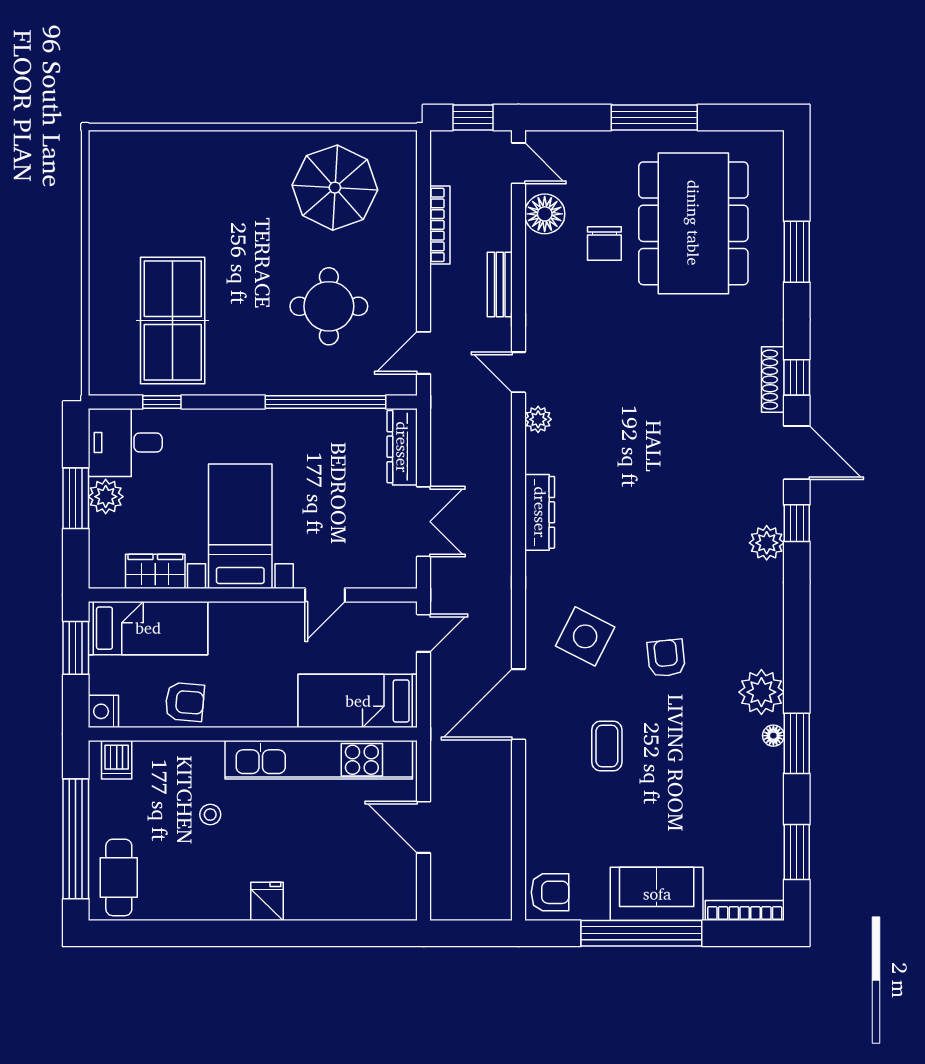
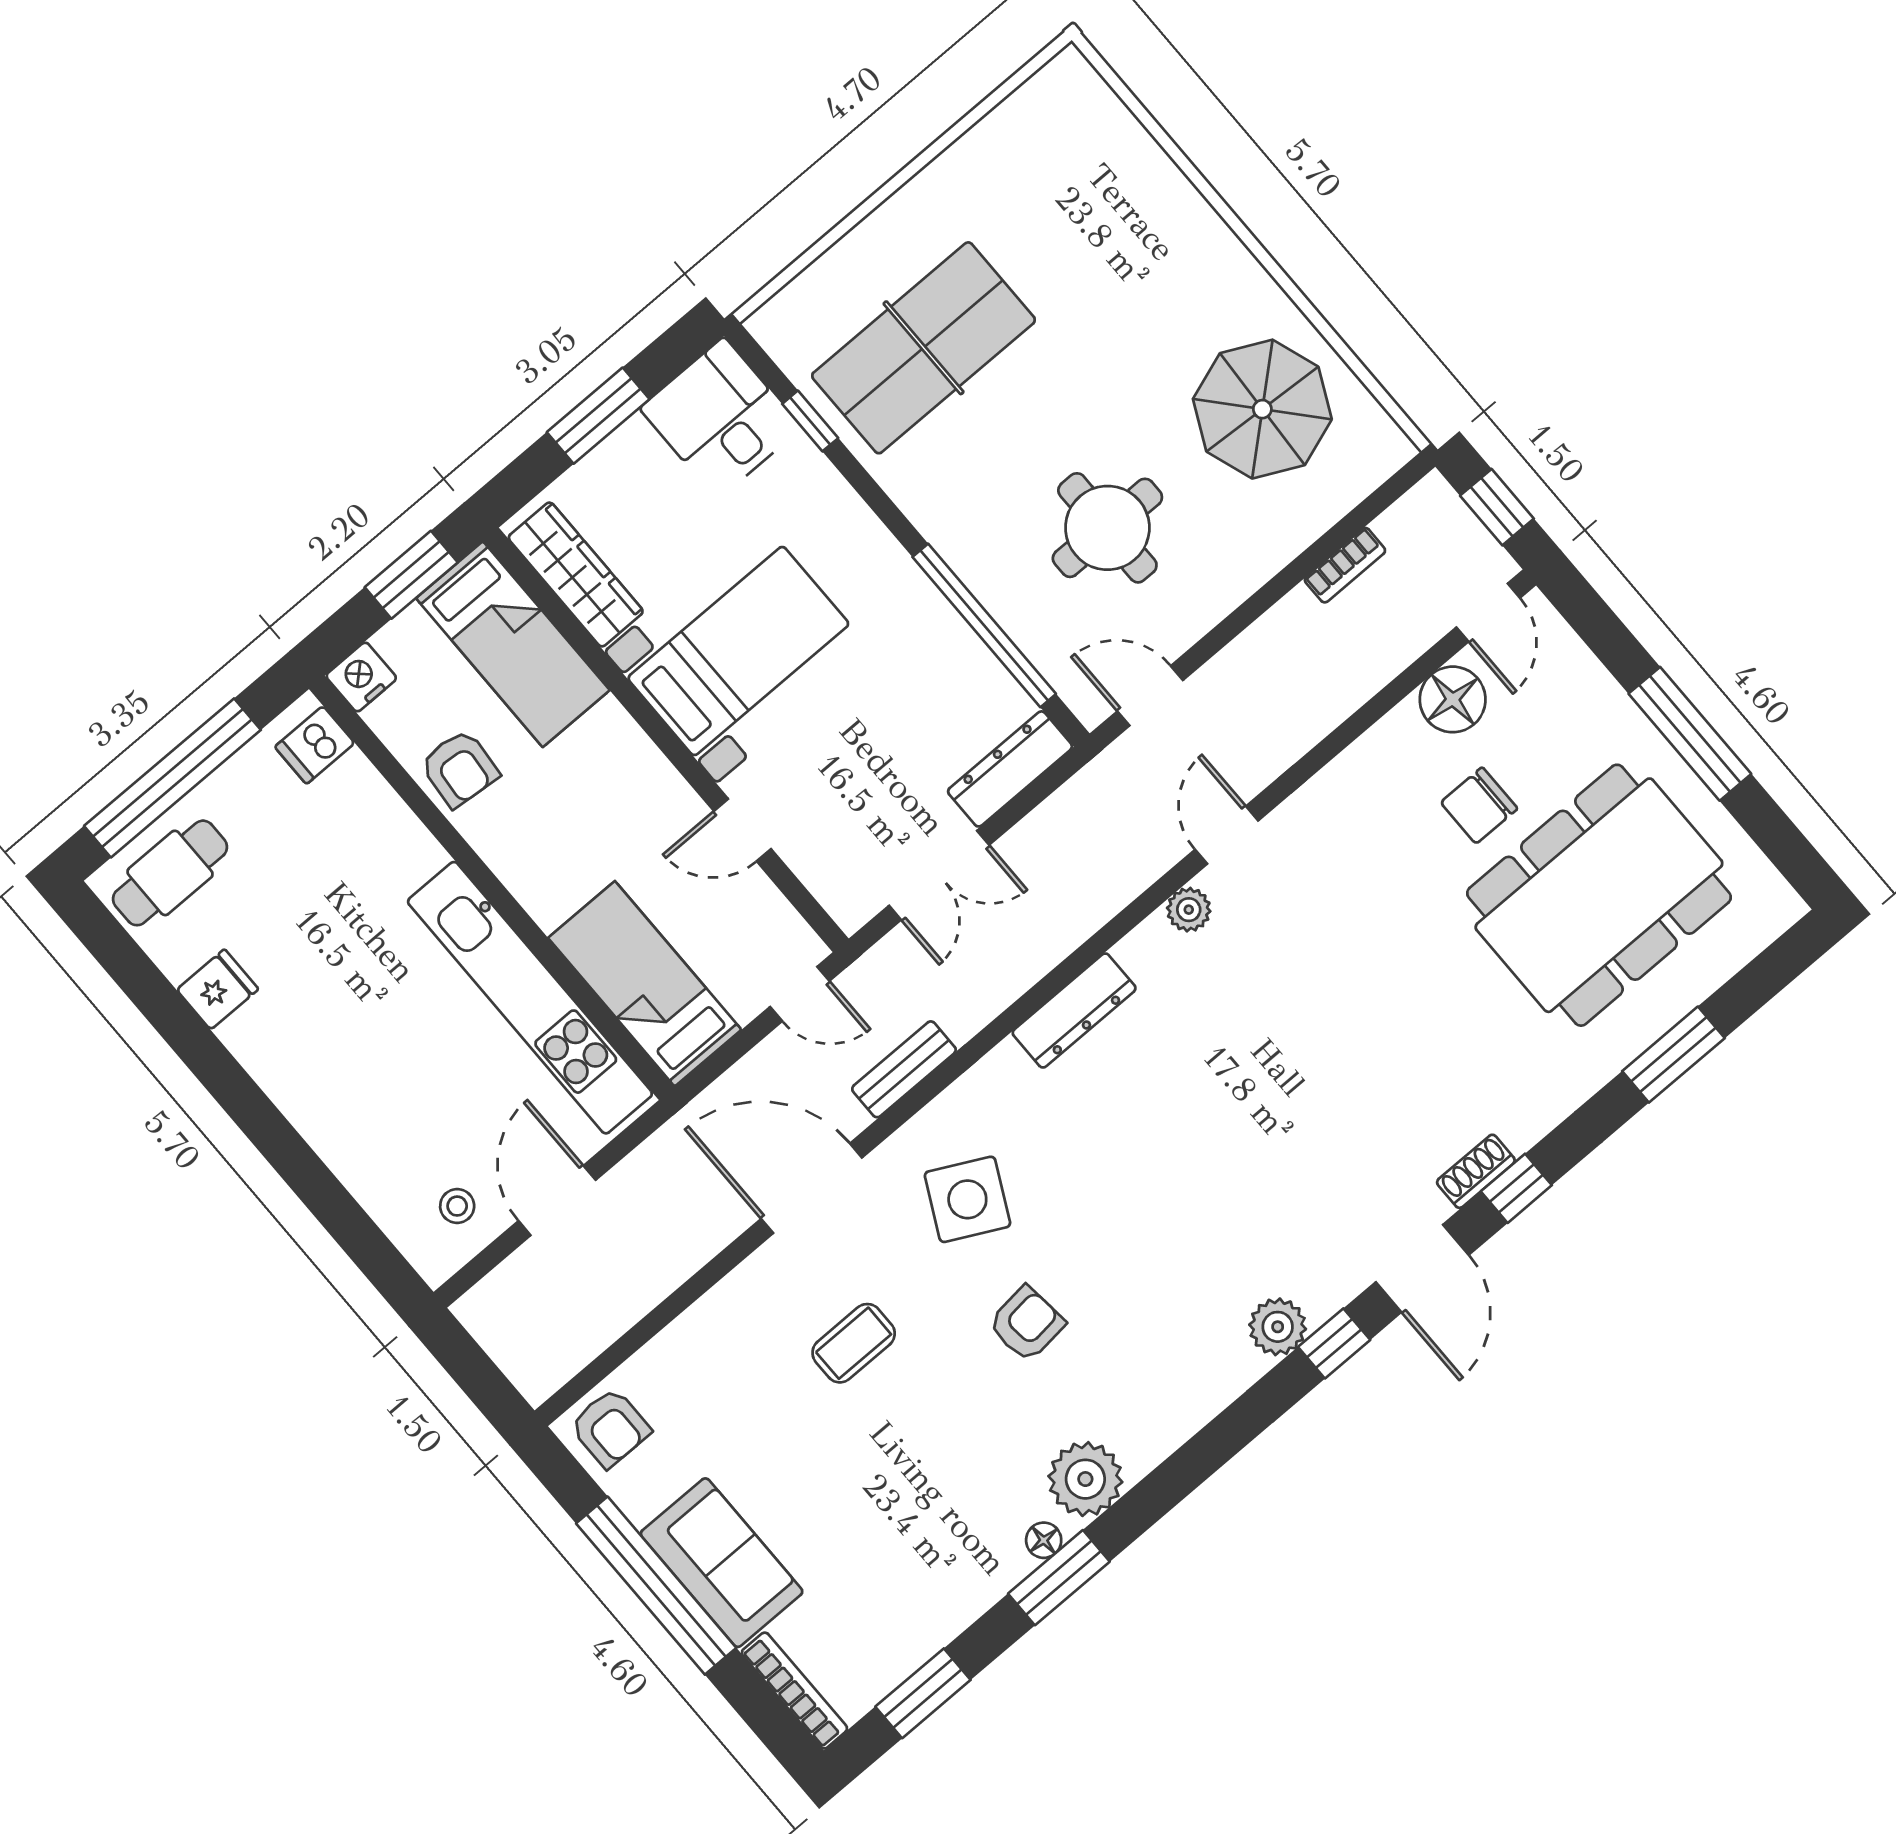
bookcase: (440, 225) -> (1345, 565), width x0.64
bench: (500, 284) -> (904, 1069), moved
shoe rack: (773, 380) -> (1476, 1171), width x0.70
plant: (106, 497) -> (632, 451), removed
wardrobe: (155, 571) -> (576, 574), width x1.50
stool: (210, 815) -> (457, 1206), moved
fridge: (267, 901) -> (218, 989), moved

